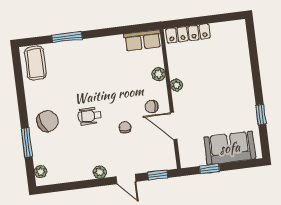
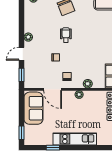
kitchen unit: (244, 83) -> (75, 139), added
door: (174, 126) -> (53, 89), swing flipped
sofa: (230, 148) -> (33, 108), moved
window: (209, 169) -> (21, 133), moved

